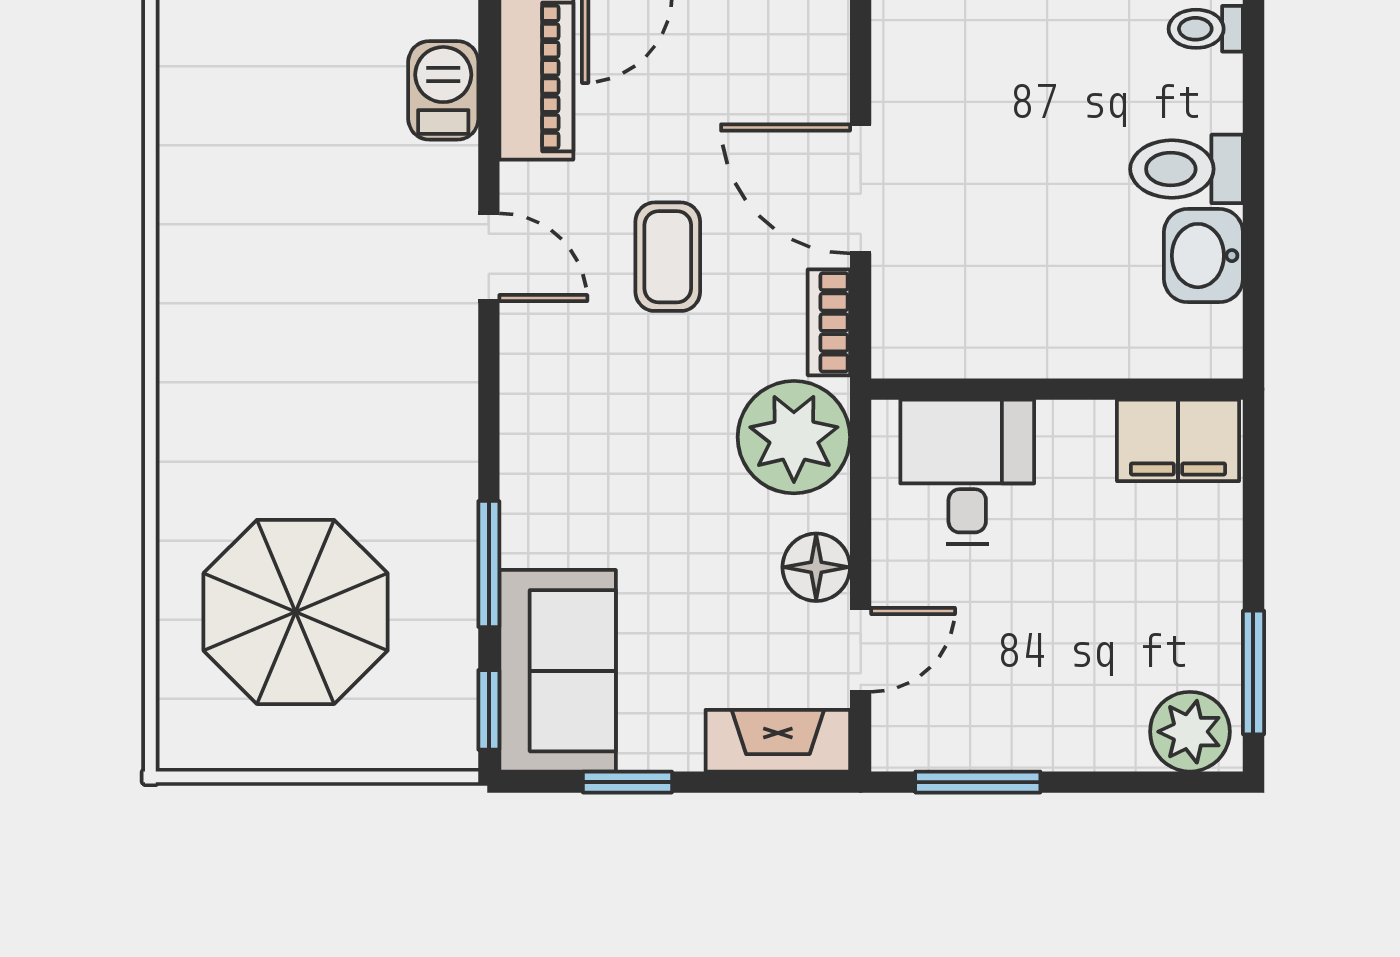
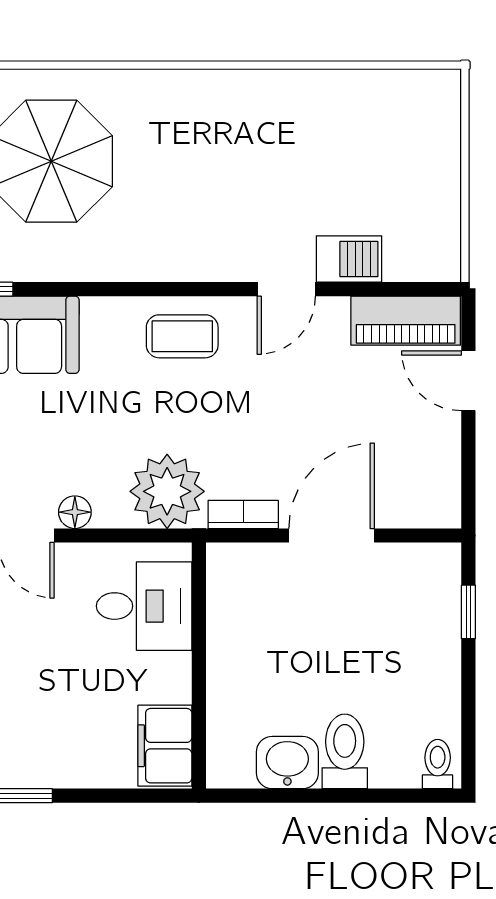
barbecue: (443, 90) -> (349, 259), moved
coffee table: (668, 257) -> (182, 336), moved
window: (489, 564) -> (83, 289), removed
floor lamp: (816, 567) -> (75, 512), width x0.73, depth x0.73

